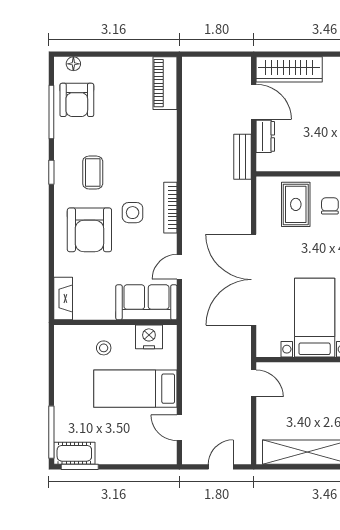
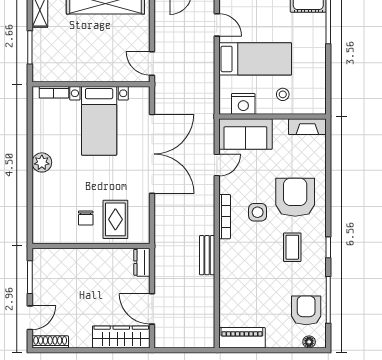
piano: (165, 83) -> (242, 338), moved, turned -90
dresser: (265, 136) -> (142, 262), moved
bench: (243, 157) -> (207, 255), moved
fireplace: (63, 299) -> (307, 127), moved, turned -90

